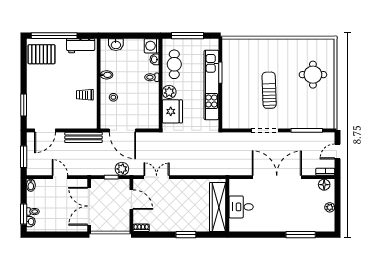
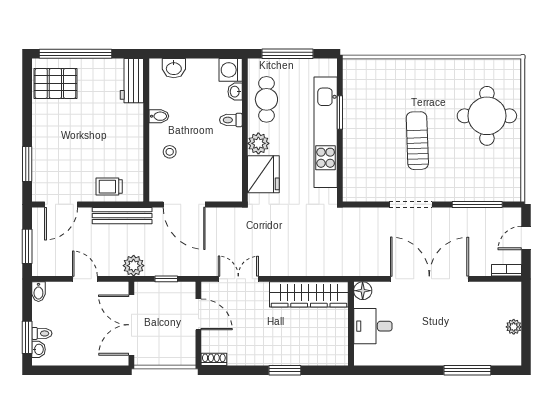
workbench: (81, 46) -> (132, 81), moved, turned 90
round table: (313, 75) -> (487, 116), width x1.36, depth x1.36
trolley: (85, 95) -> (109, 187), moved
plant: (122, 169) -> (134, 266), moved
floor lamp: (324, 185) -> (363, 291), moved
wardrobe: (218, 207) -> (309, 294), moved, turned -90

